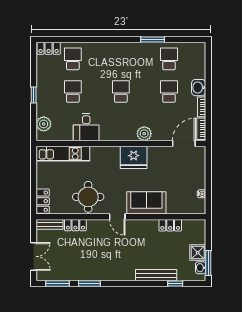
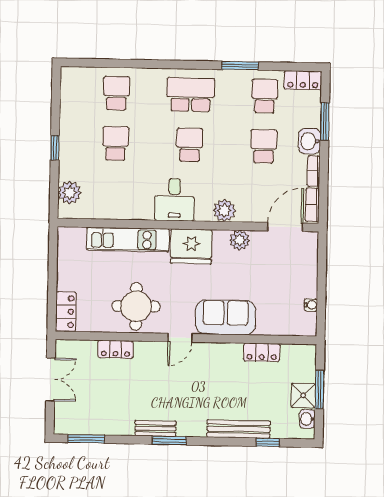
locker: (49, 48) -> (303, 80), moved
school desk: (121, 59) -> (191, 95), added
window: (208, 75) -> (325, 122), added
desk: (86, 127) -> (174, 200), moved
plant: (155, 153) -> (240, 240), added
kitchen unit: (63, 154) -> (128, 239), moved
fridge: (134, 157) -> (191, 246), moved
door: (117, 217) -> (180, 338), hinge flipped
bench: (50, 224) -> (155, 428), moved
double door: (34, 256) -> (50, 379), moved
window: (208, 263) -> (320, 390), moved
window: (89, 283) -> (169, 440), moved

